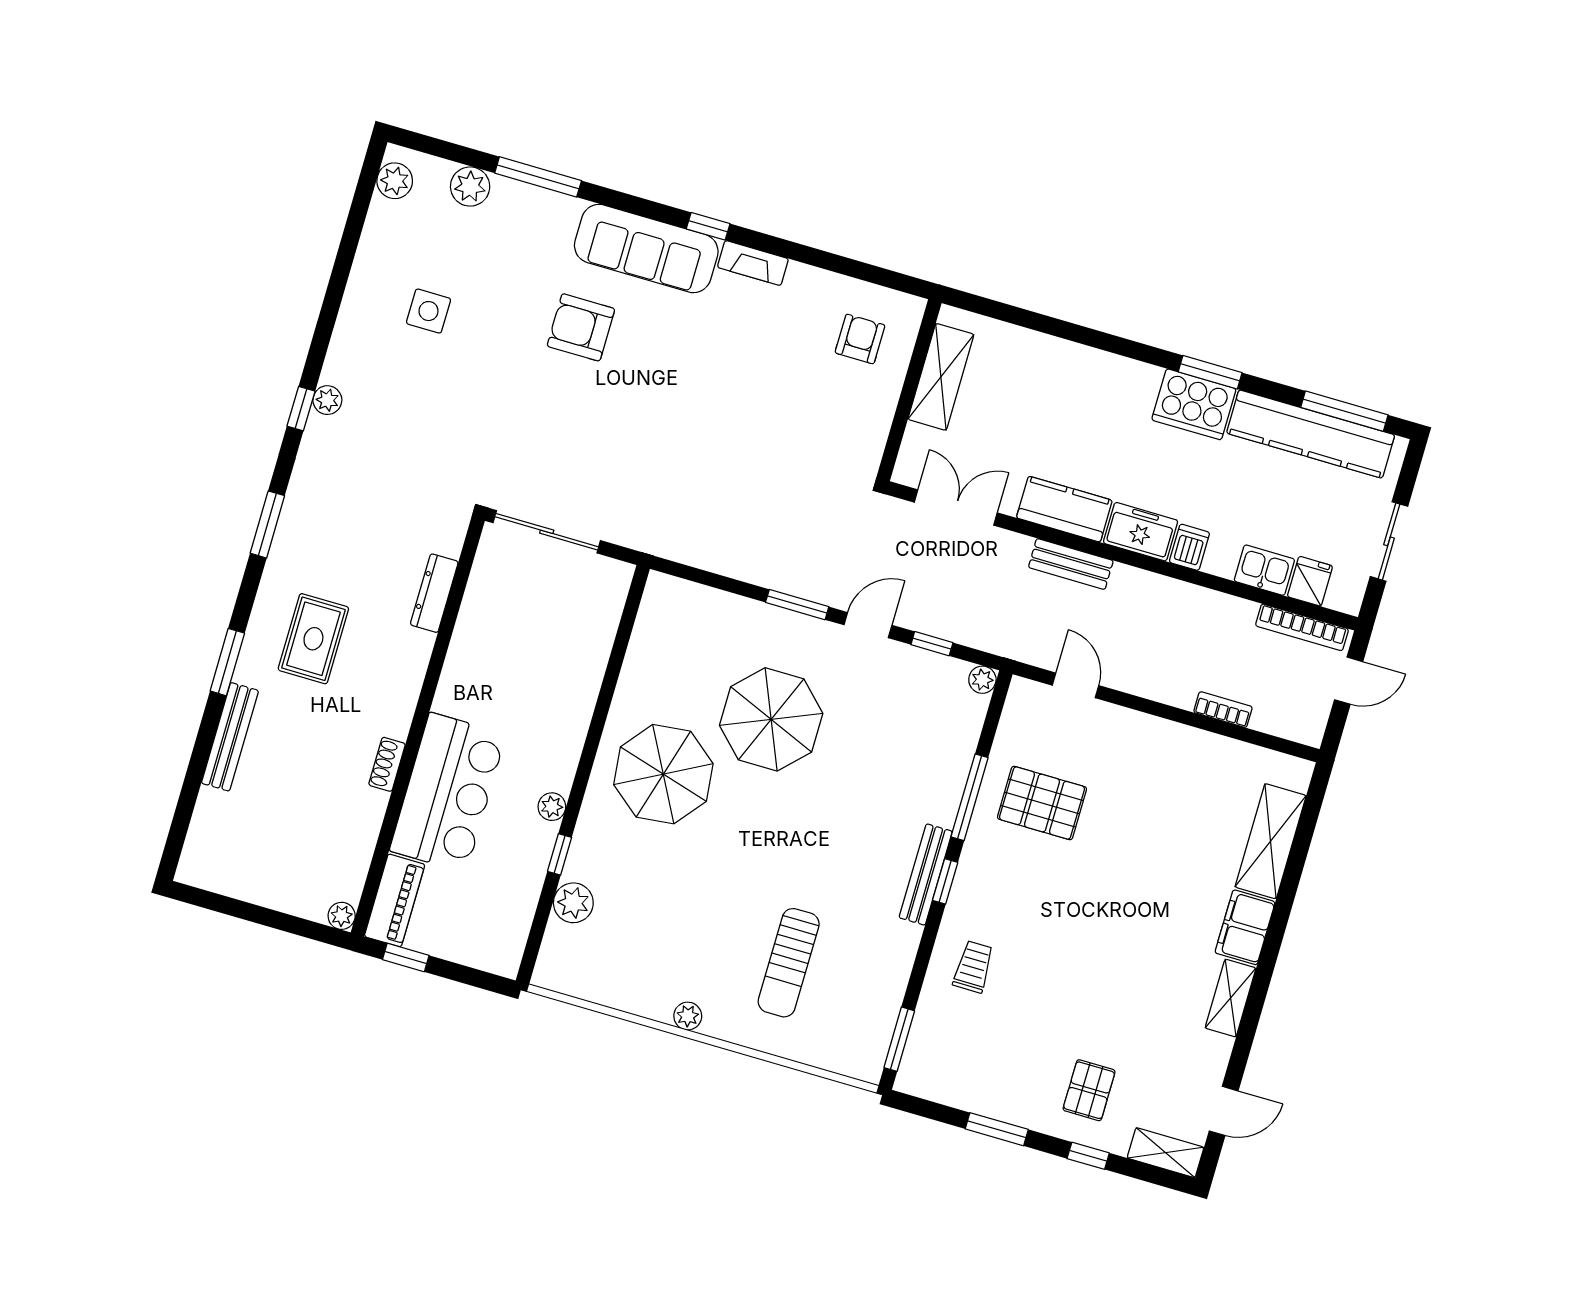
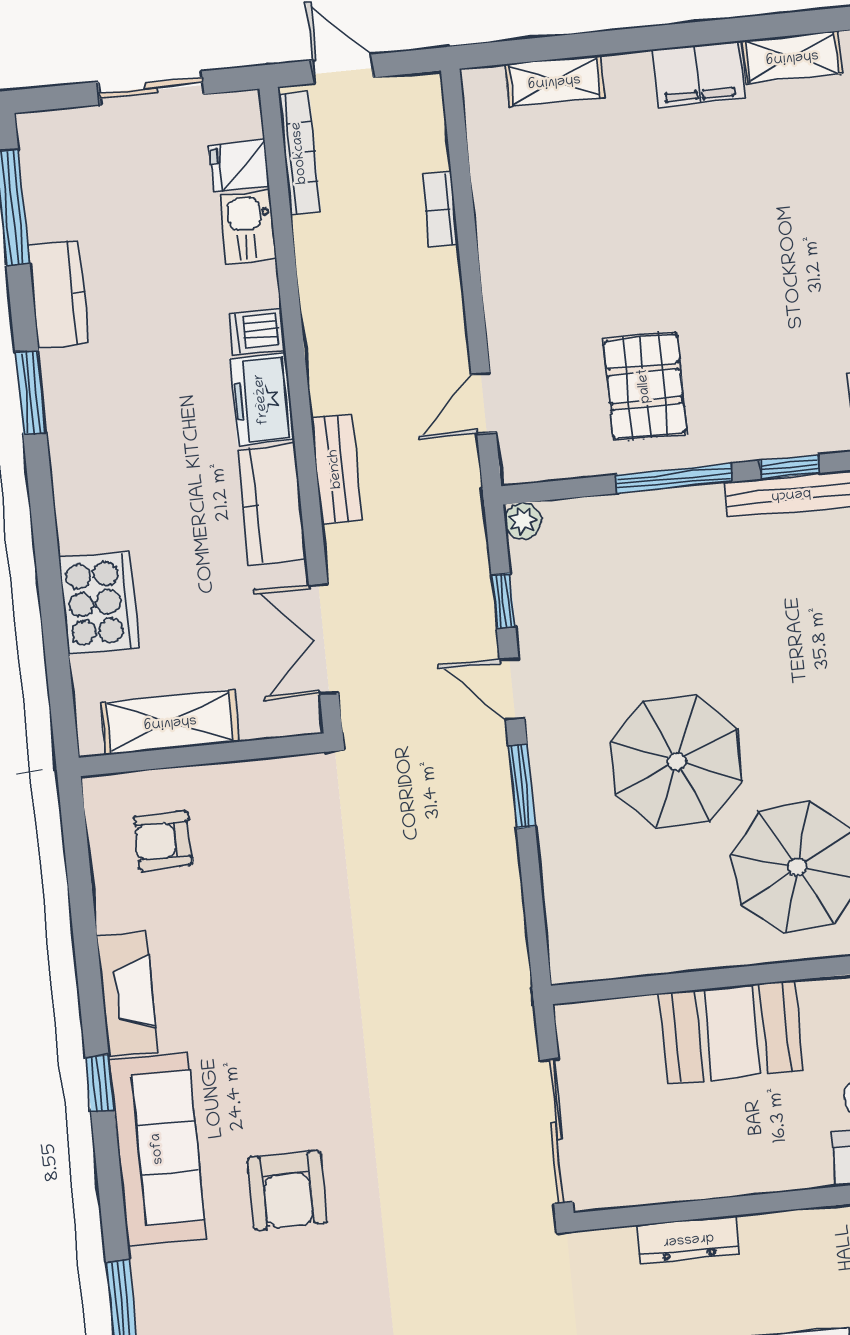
fireplace: (753, 263) -> (127, 993), width x1.37, depth x1.32
cooker: (1194, 404) -> (99, 603), moved
kitchen counter: (1311, 434) -> (58, 294), width x0.48, depth x0.86
booth: (567, 682) -> (732, 1032), added
shelving: (1271, 841) -> (554, 81), width x0.67, depth x0.75

